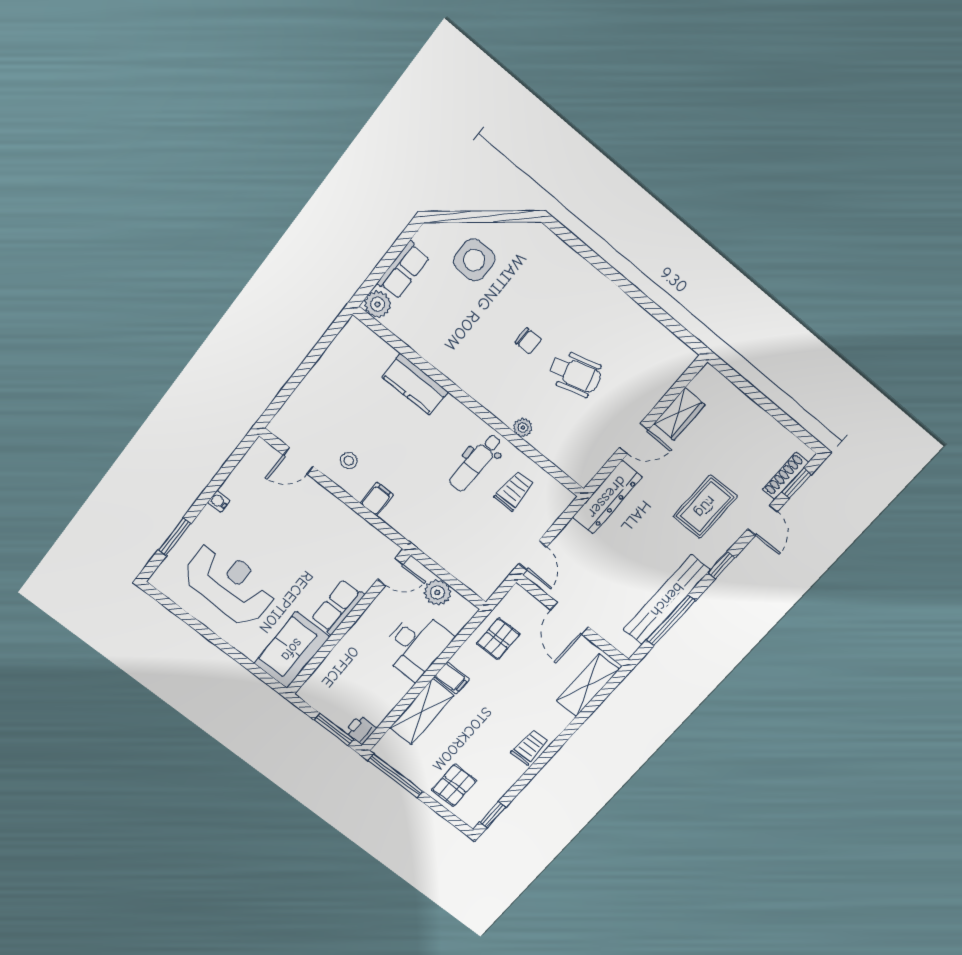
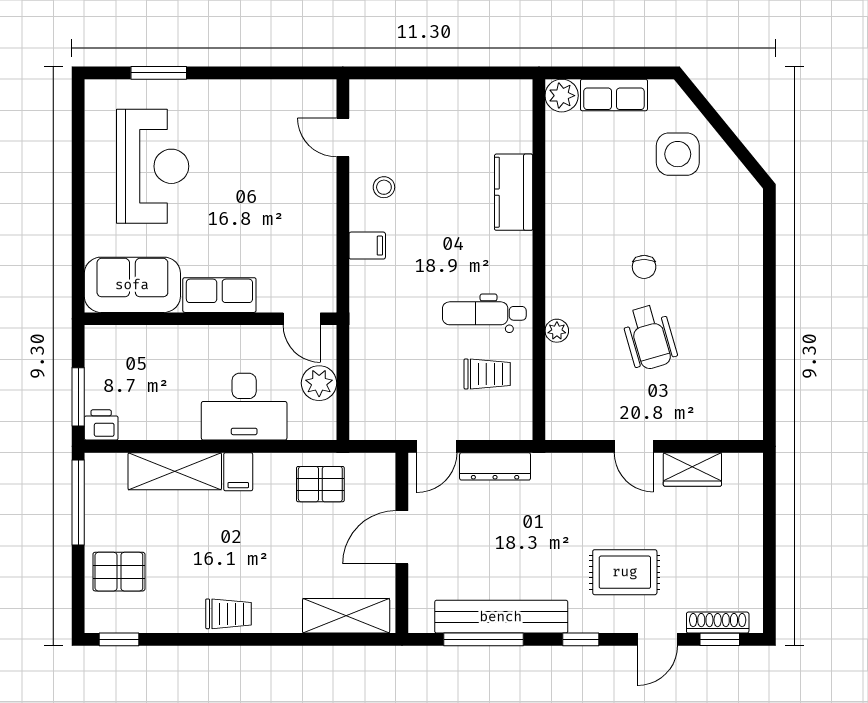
dresser: (607, 497) -> (495, 466), moved, width x0.73, depth x0.80
water cooler: (219, 501) -> (234, 90), removed

